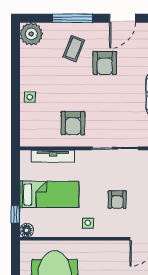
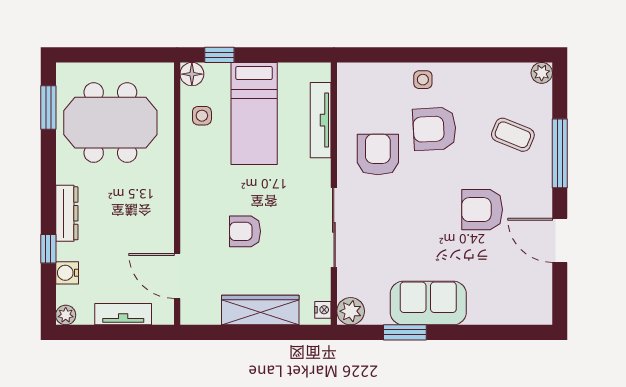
plant: (31, 34) -> (542, 73), width x0.53, depth x0.53
coffee table: (74, 49) -> (513, 135), moved
armchair: (58, 90) -> (434, 129), added
armchair: (73, 123) -> (378, 155), turned 90
side table: (88, 223) -> (202, 116), moved

